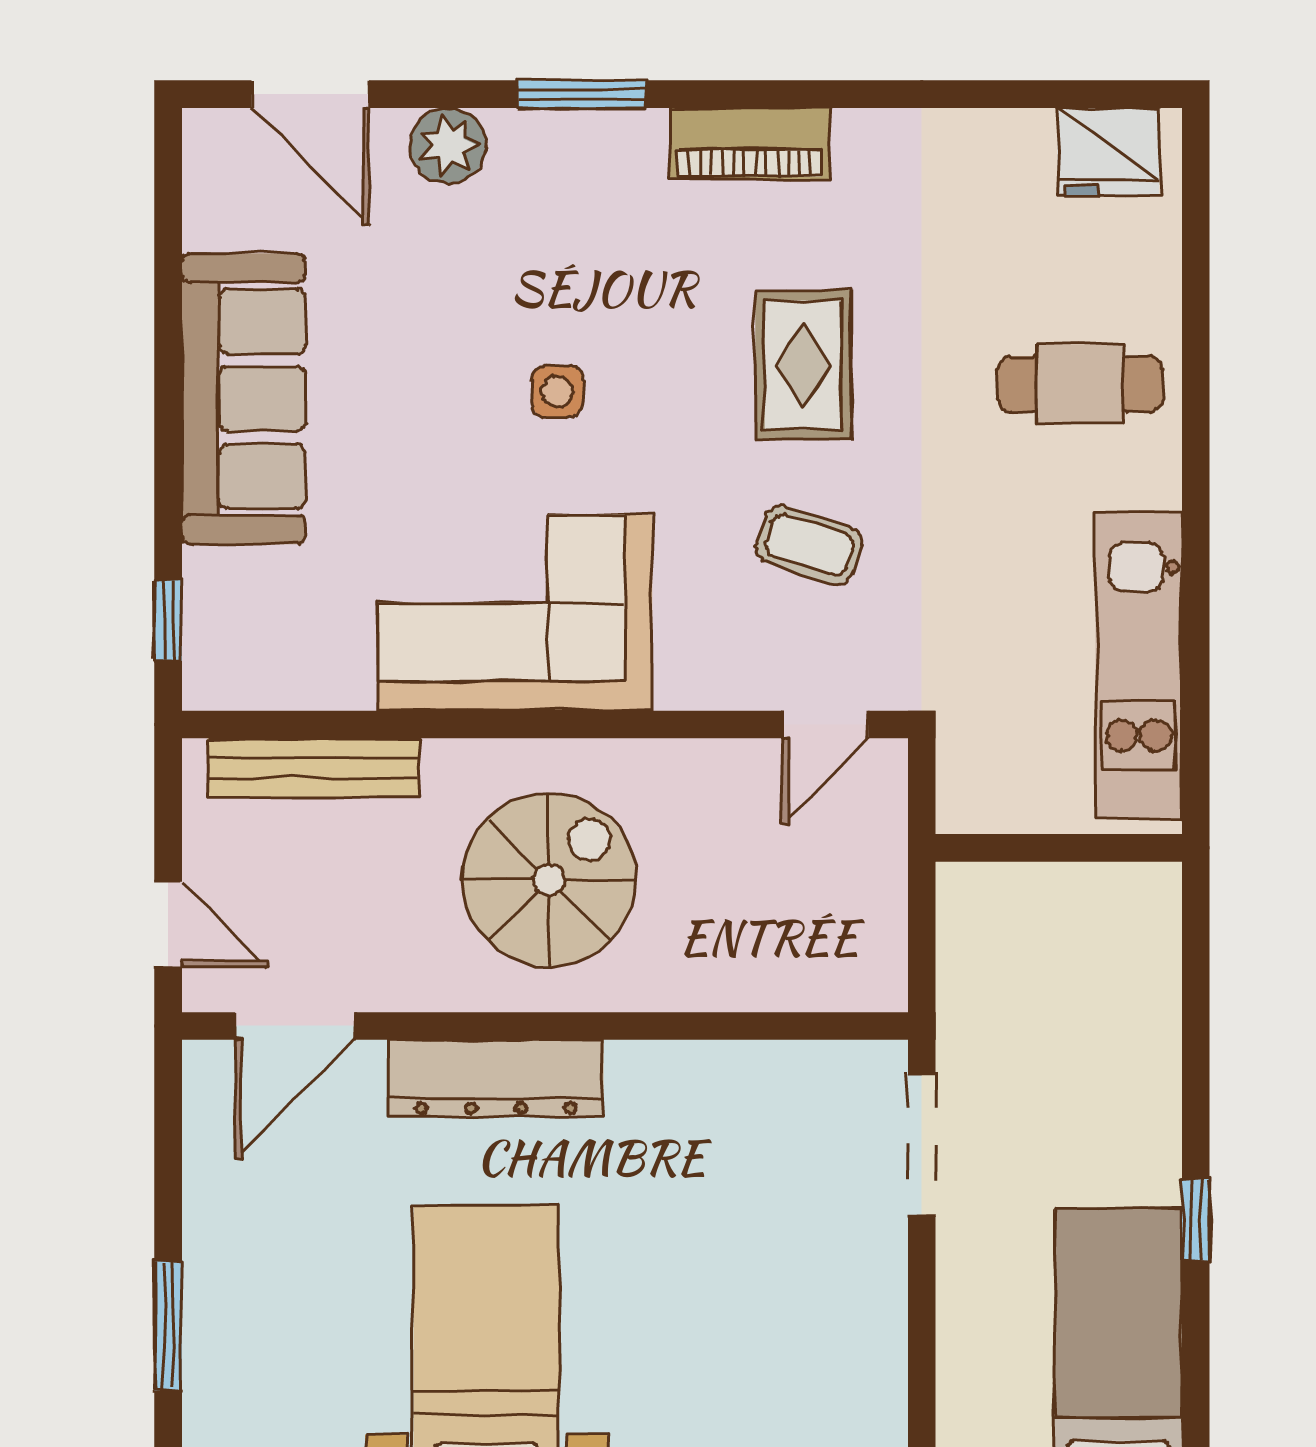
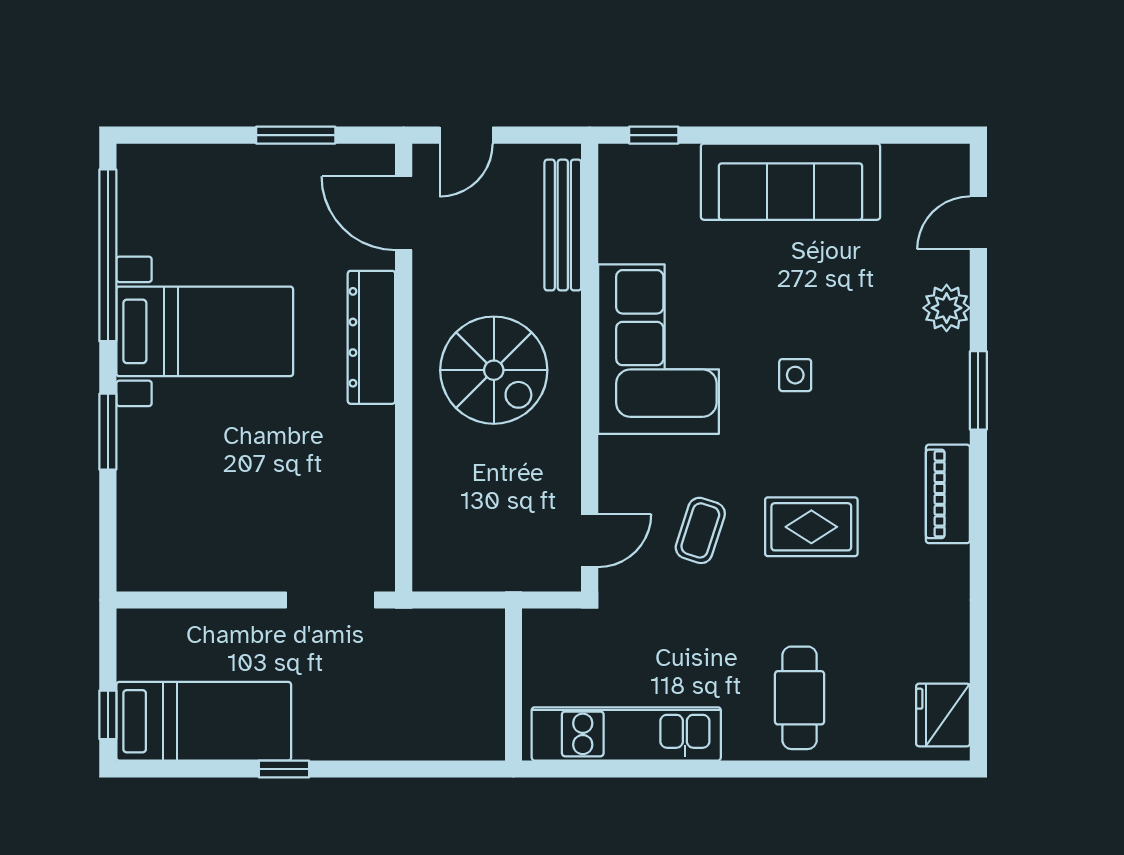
door: (310, 94) -> (978, 223), width x0.73
door: (825, 725) -> (590, 541), swing flipped
window: (168, 1326) -> (296, 135), moved

